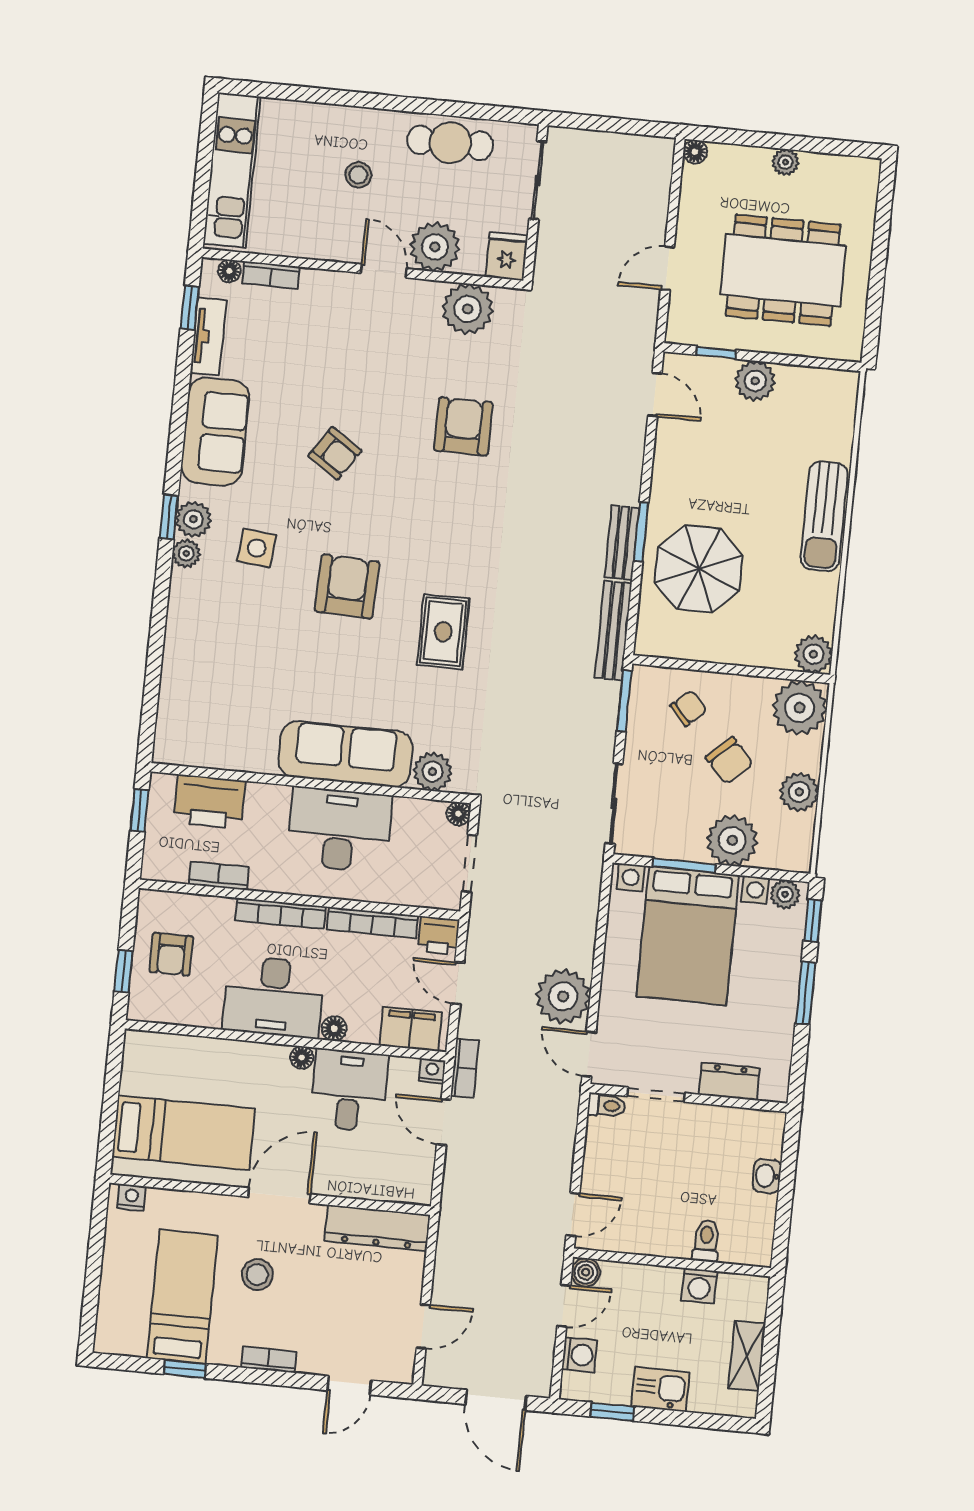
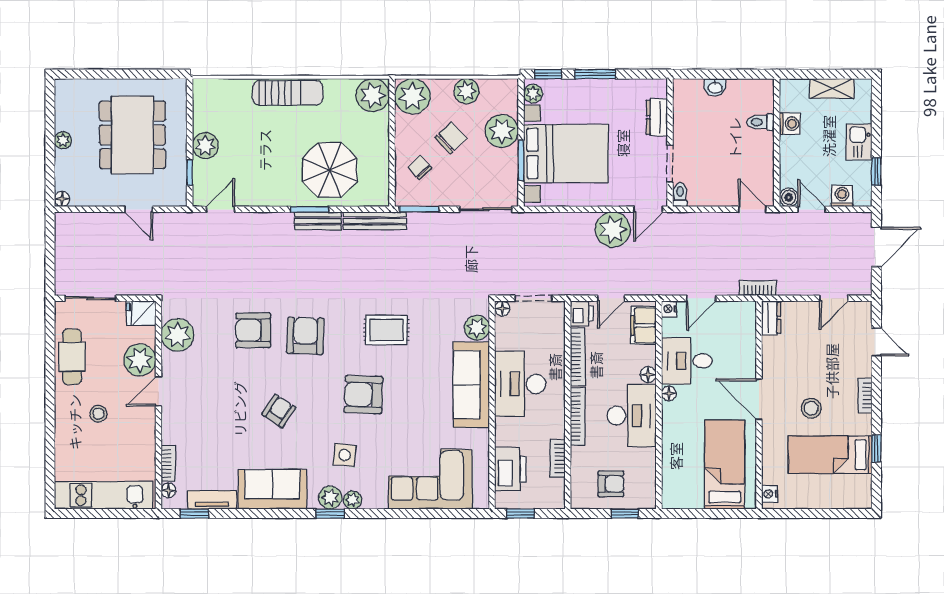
armchair: (447, 506) -> (305, 336), added
plant: (813, 654) -> (373, 95), width x1.36, depth x1.36
corner sofa: (206, 676) -> (430, 479), added
bookcase: (465, 1068) -> (758, 288), moved
dresser: (377, 1228) -> (771, 318), width x0.51, depth x0.80
door: (423, 1326) -> (834, 298), swing flipped

